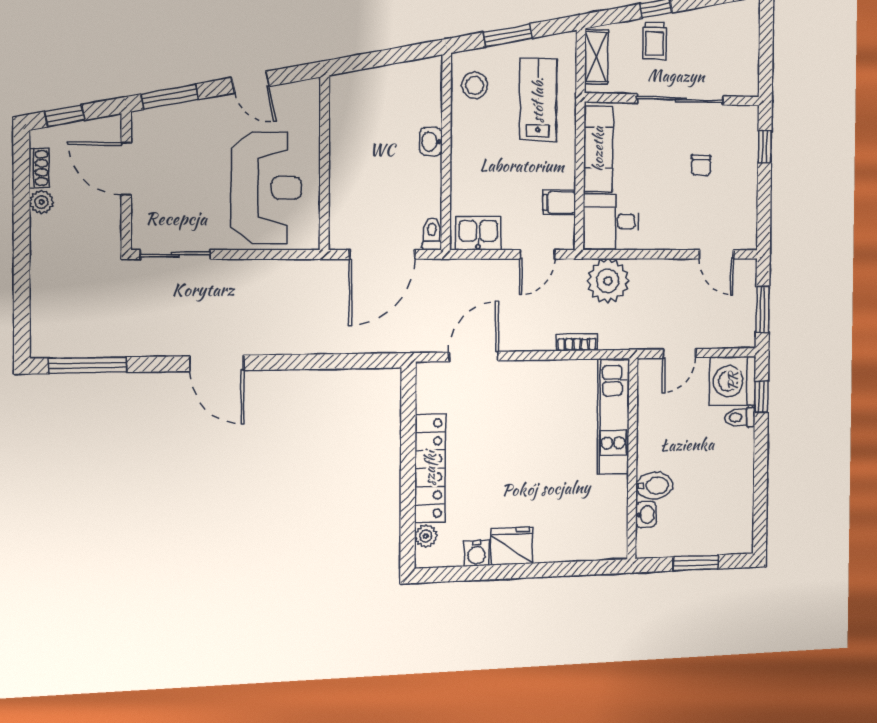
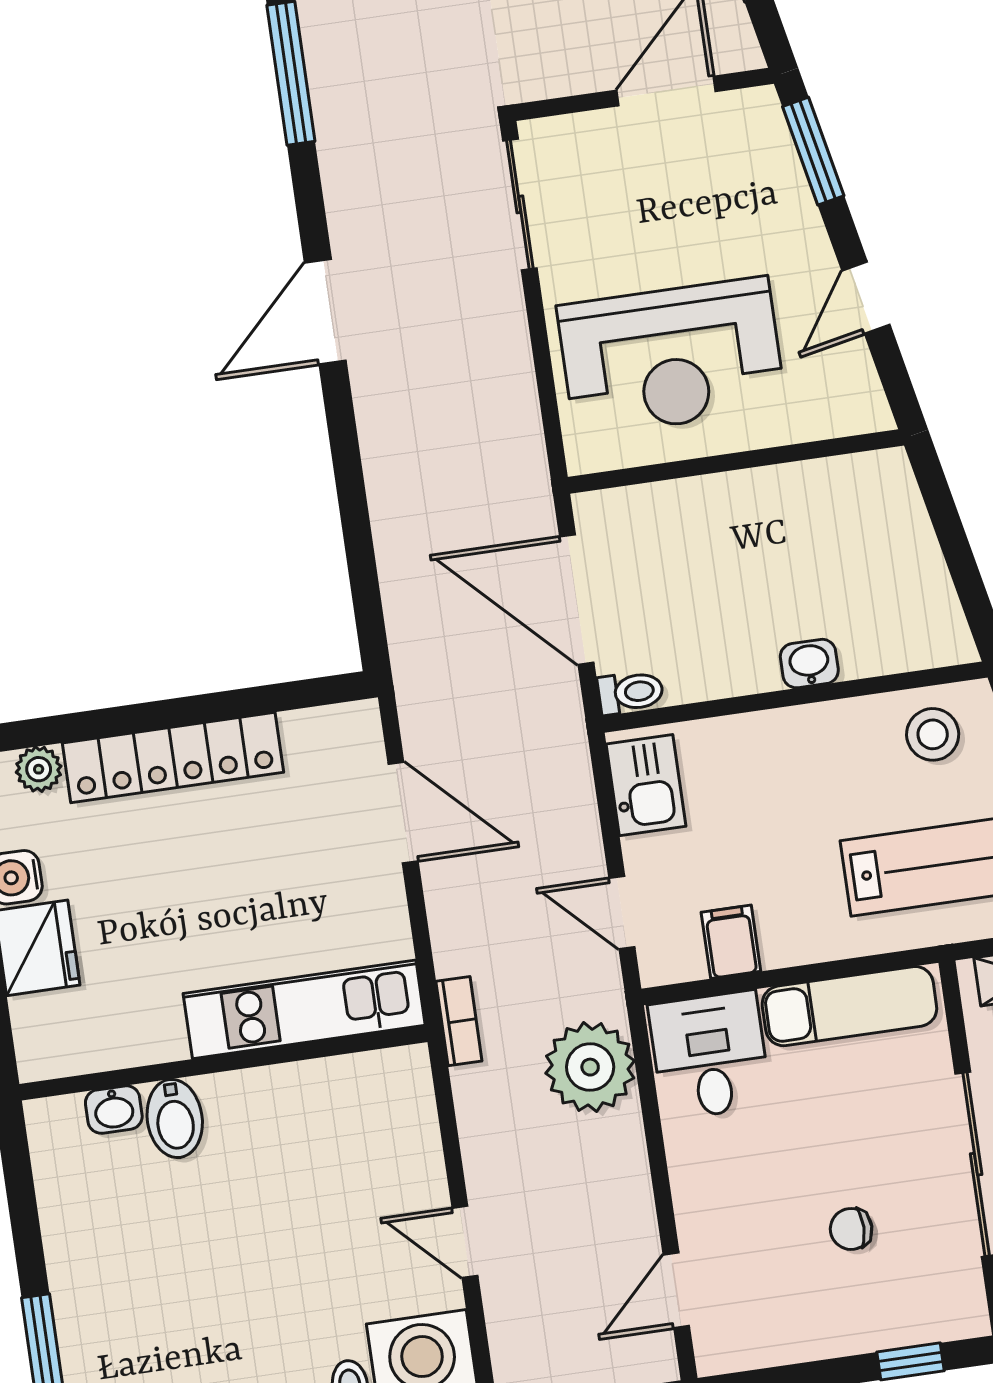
kitchen unit: (613, 416) -> (304, 1009), moved
wall: (632, 459) -> (223, 1063), moved
bidet: (654, 486) -> (175, 1118), moved
washbasin: (646, 515) -> (114, 1110), moved

